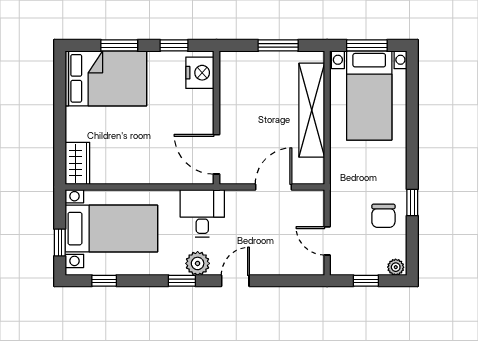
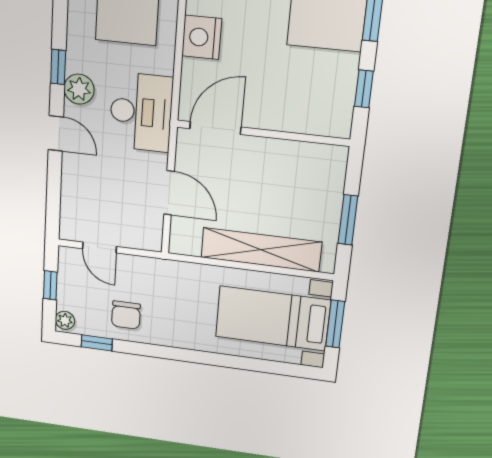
nightstand: (200, 73) -> (202, 37), moved, turned 90
window: (412, 202) -> (97, 343), moved
desk: (202, 213) -> (141, 112), width x1.37
chair: (383, 216) -> (126, 315), turned -90
door: (327, 241) -> (100, 248), swing flipped

